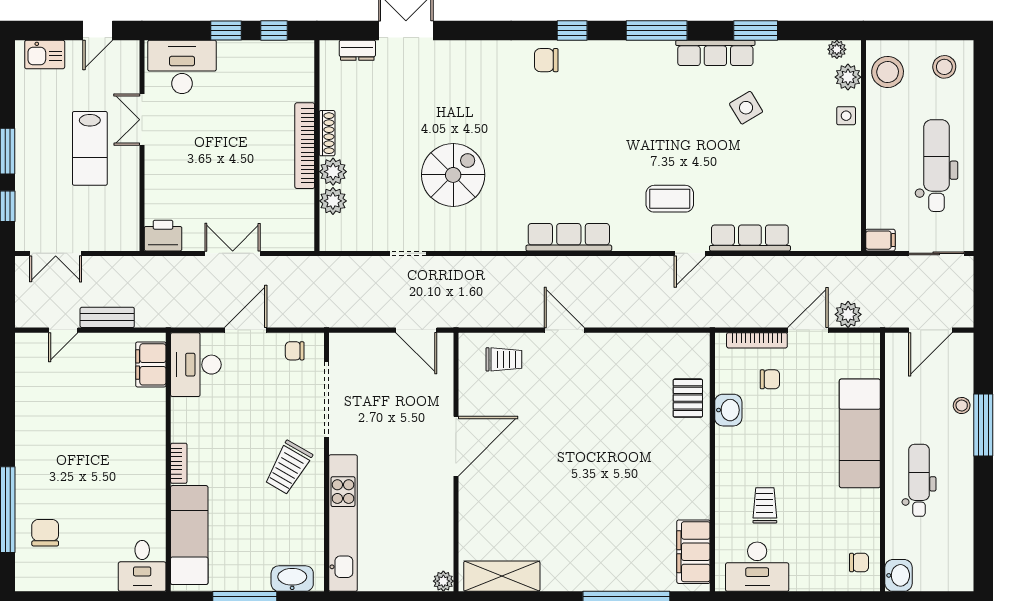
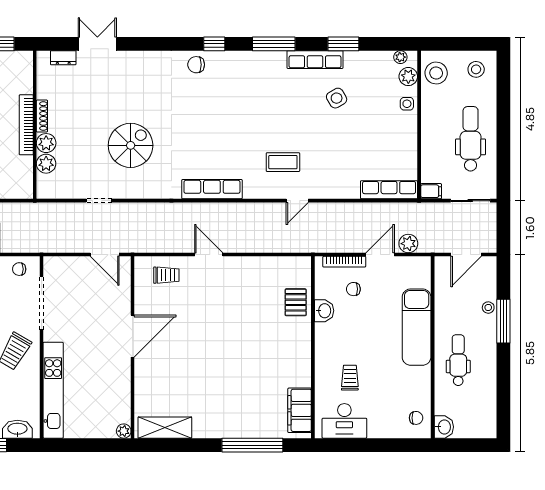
row of seats: (750, 238) -> (389, 190), moved
chair: (770, 379) -> (353, 289), turned 180

